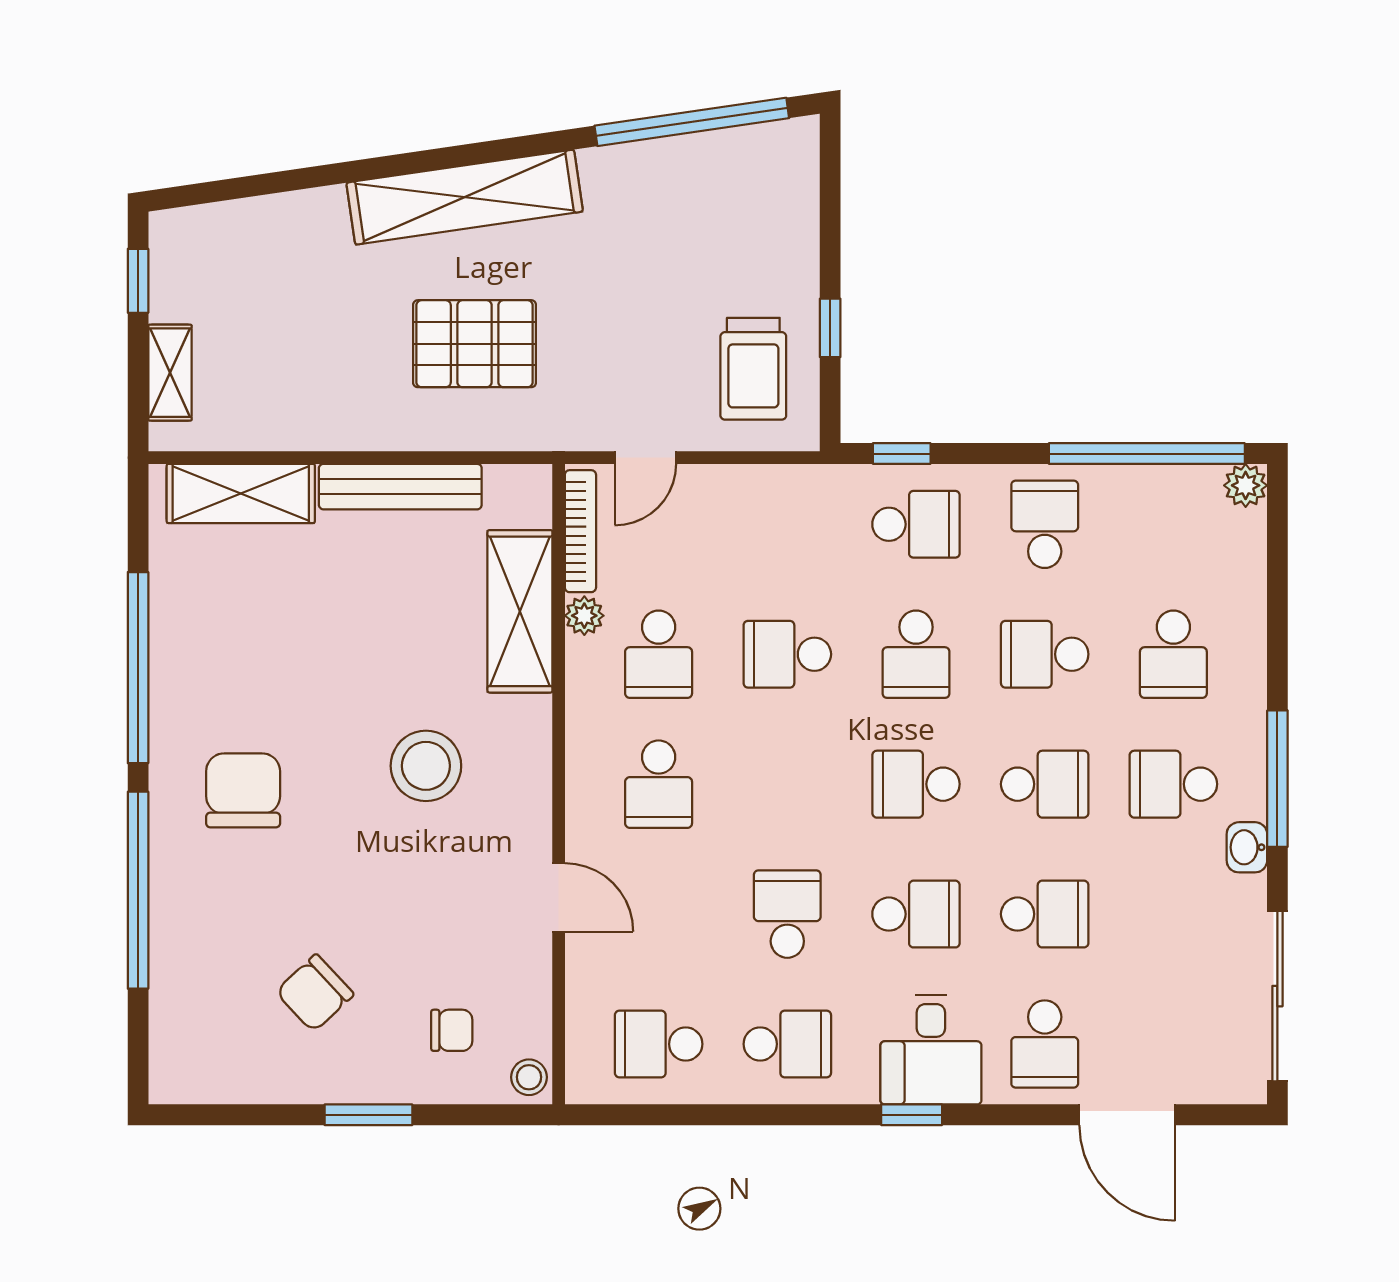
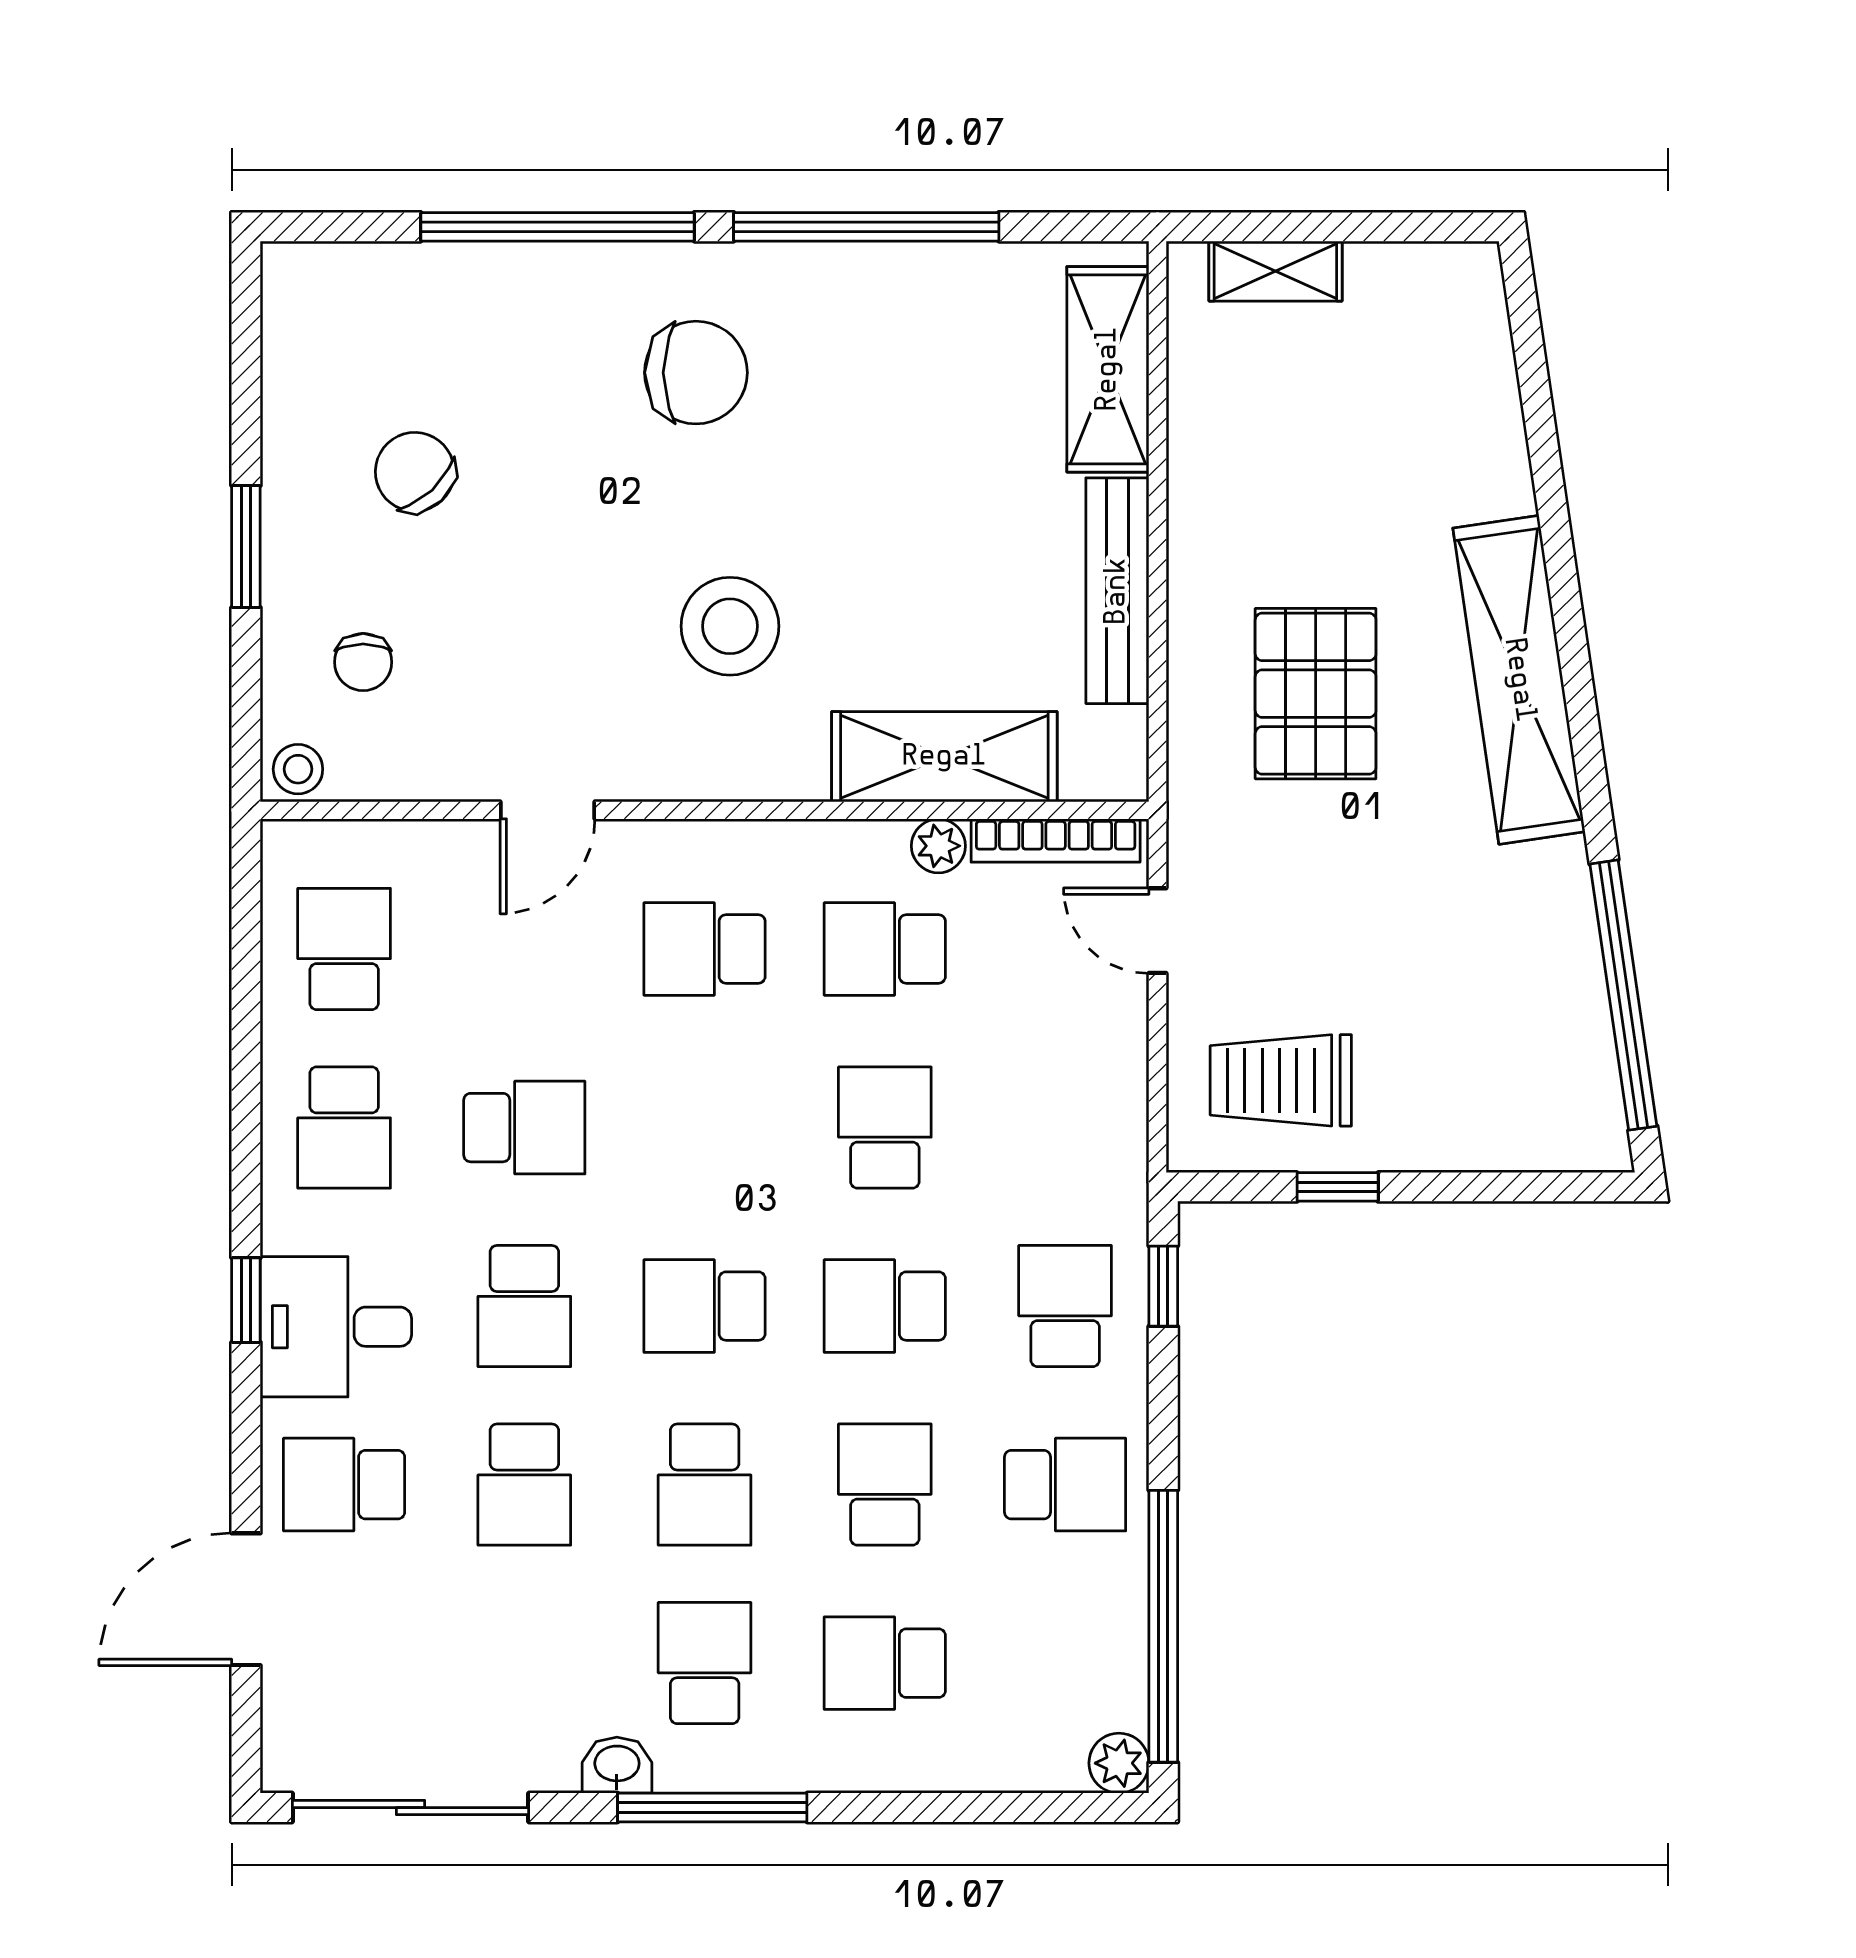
window: (138, 281) -> (1403, 227), removed
school desk: (916, 524) -> (1065, 1306), turned 180
school desk: (916, 784) -> (705, 1306), turned -90

